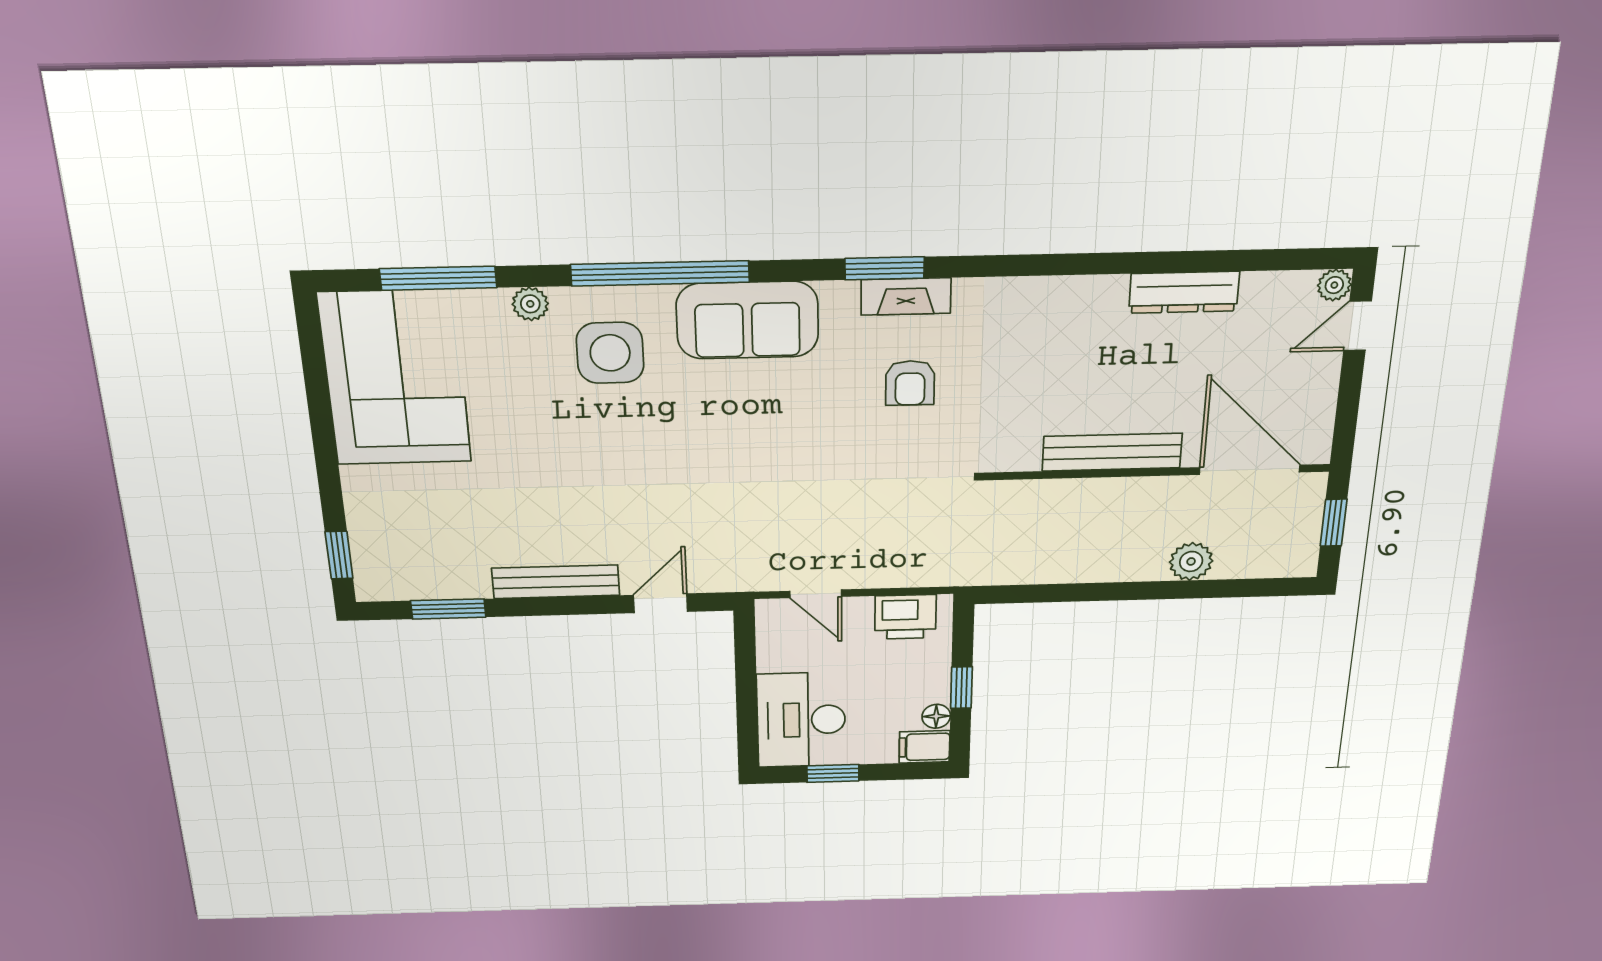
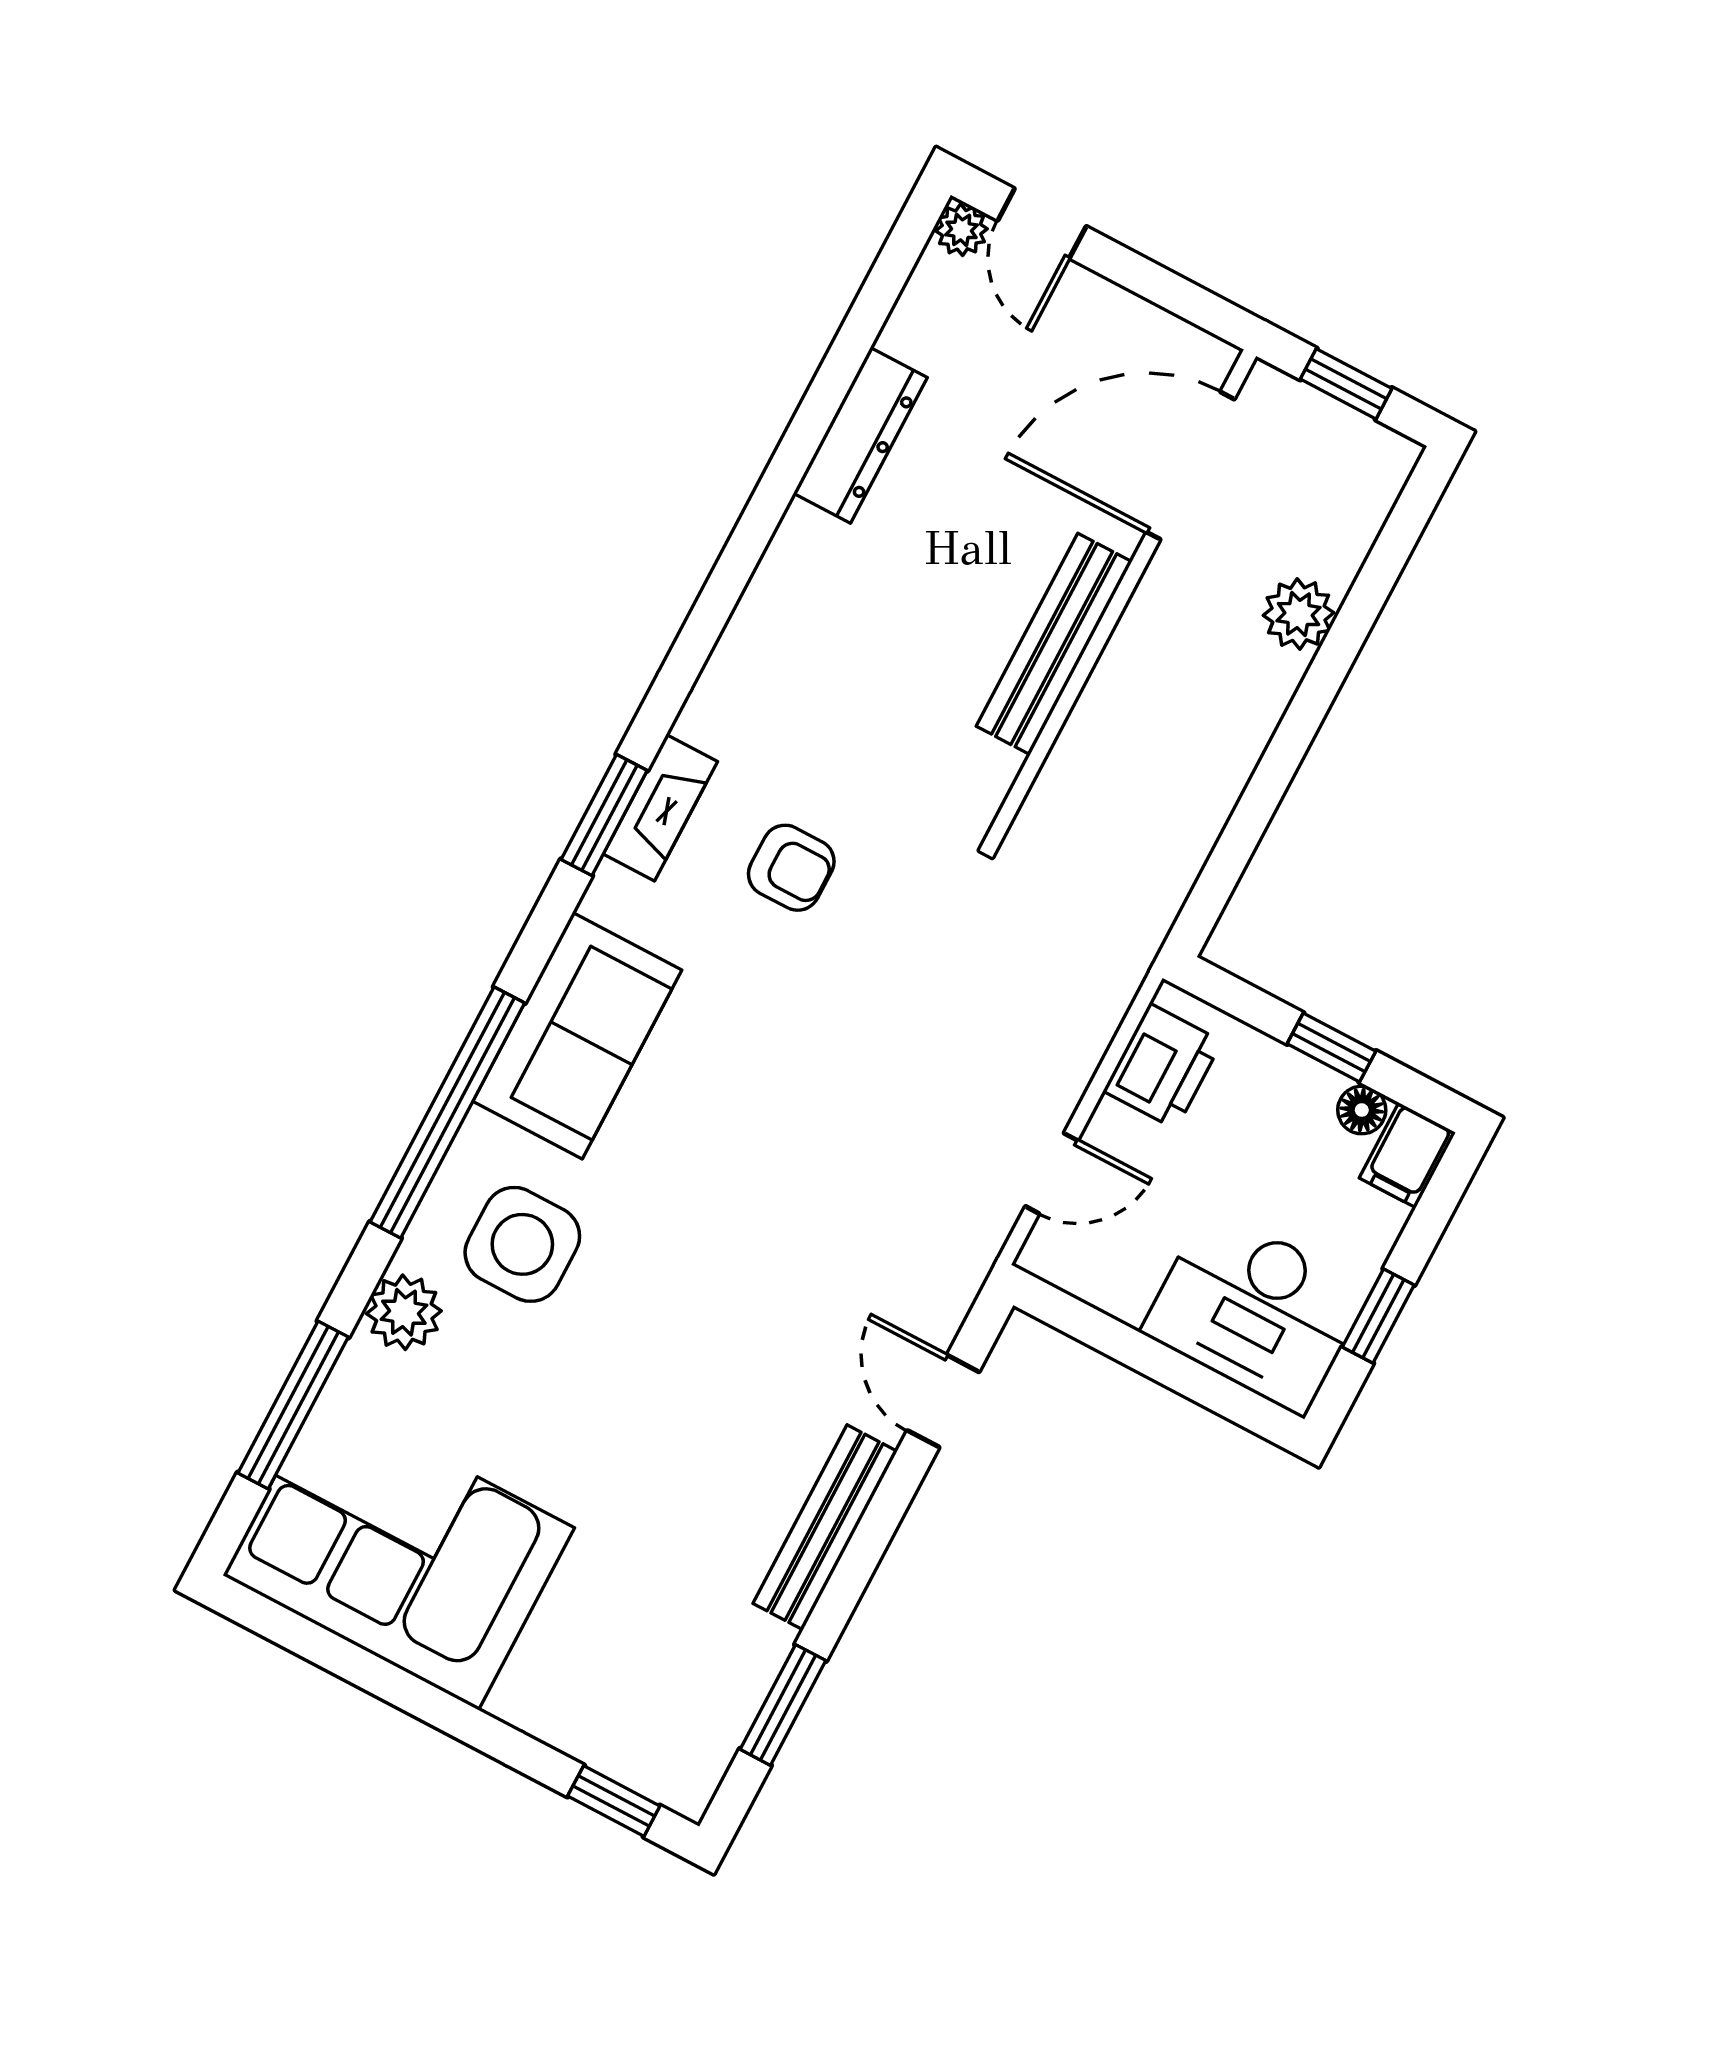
plant: (530, 304) -> (404, 1312), width x1.38, depth x1.38

